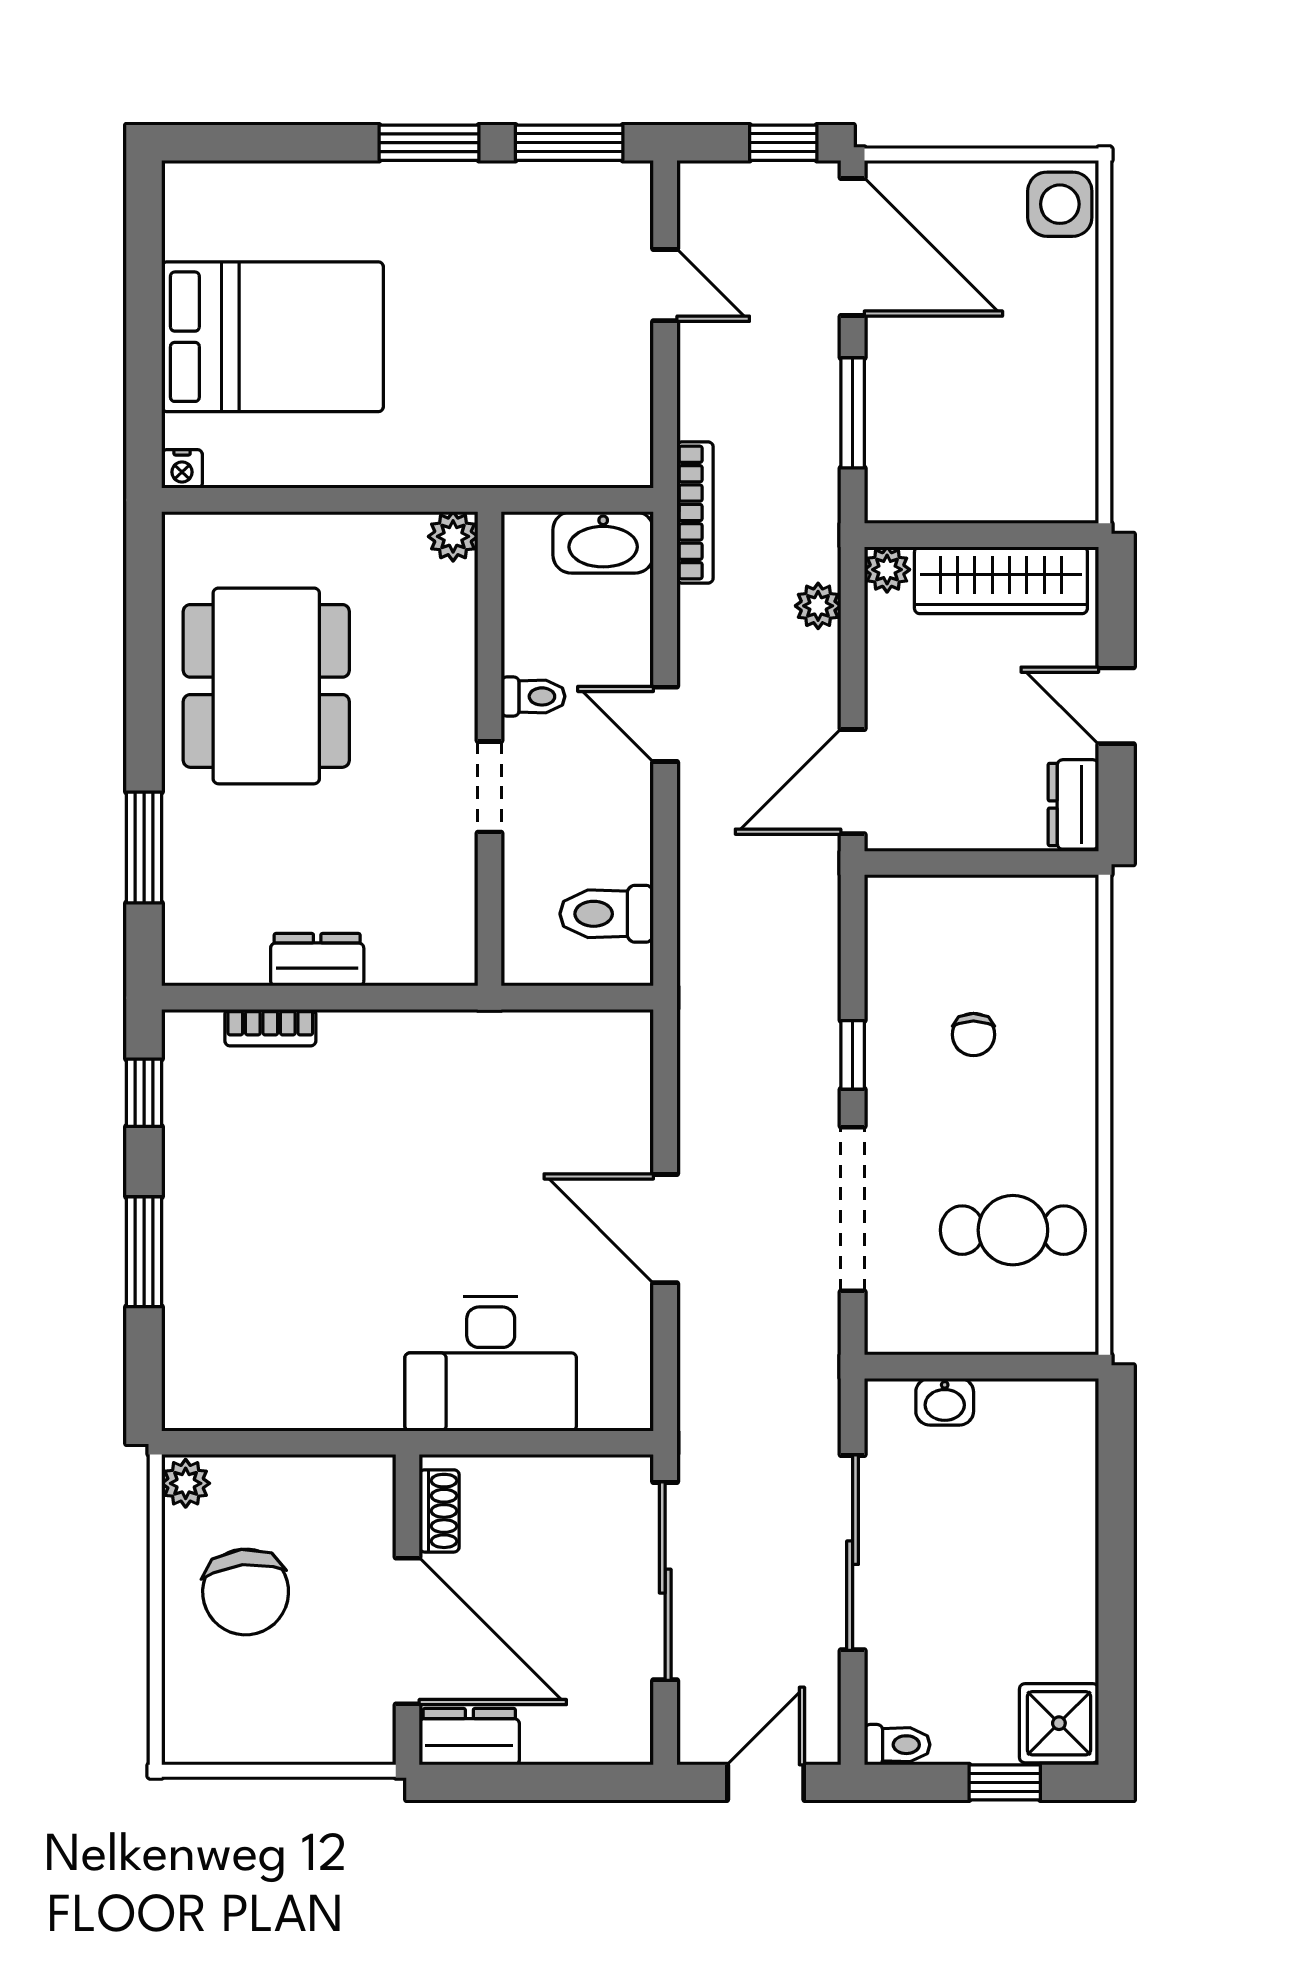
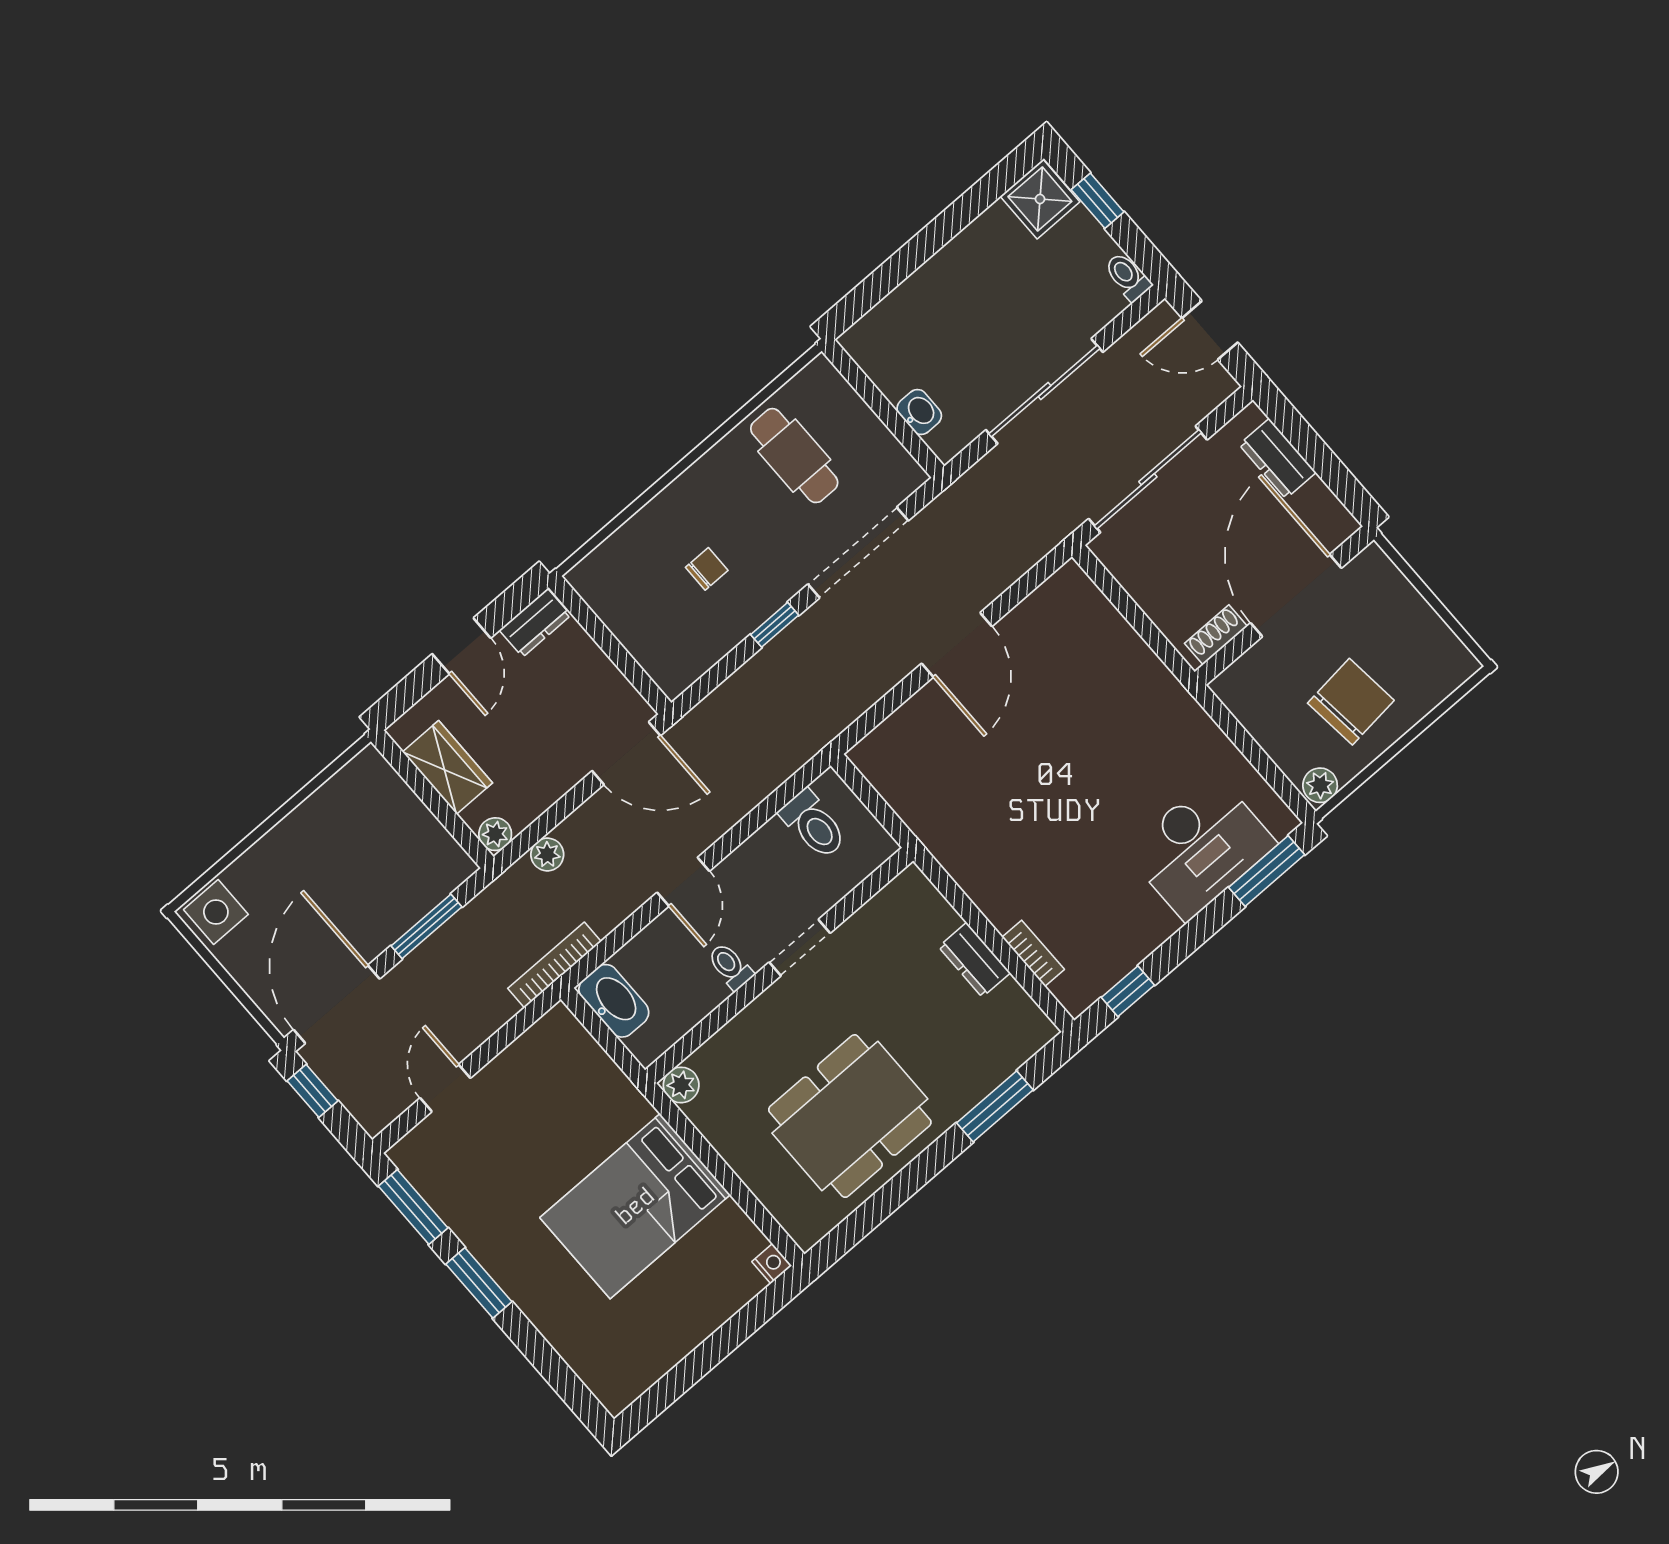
bed: (273, 337) -> (635, 1206), moved, turned -90
wardrobe: (1001, 580) -> (447, 767), width x0.67
window: (144, 1252) -> (1267, 871), moved
desk: (491, 1364) -> (1201, 848), moved, turned 90
dresser: (469, 1737) -> (1278, 459), moved

